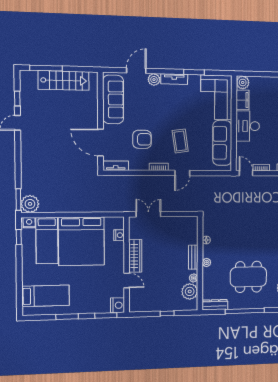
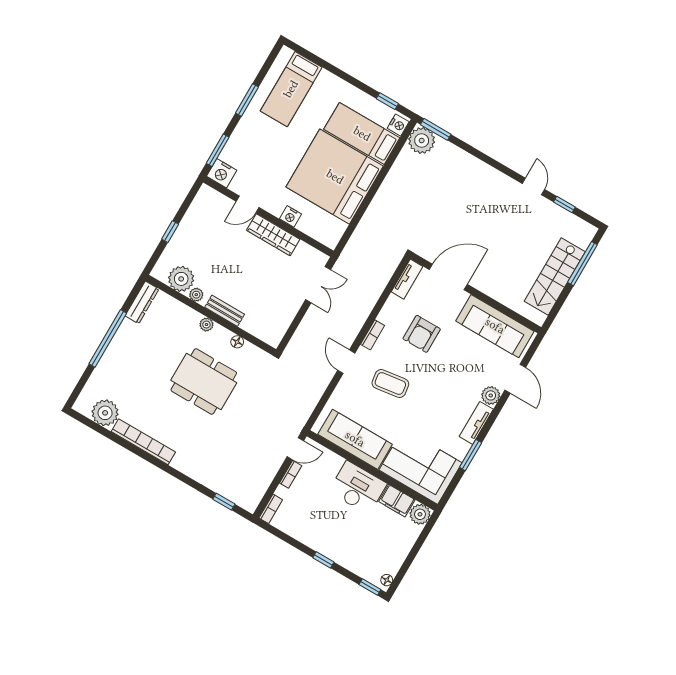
nightstand: (119, 235) -> (290, 216), moved
dining table: (248, 277) -> (204, 382), moved, turned 90

